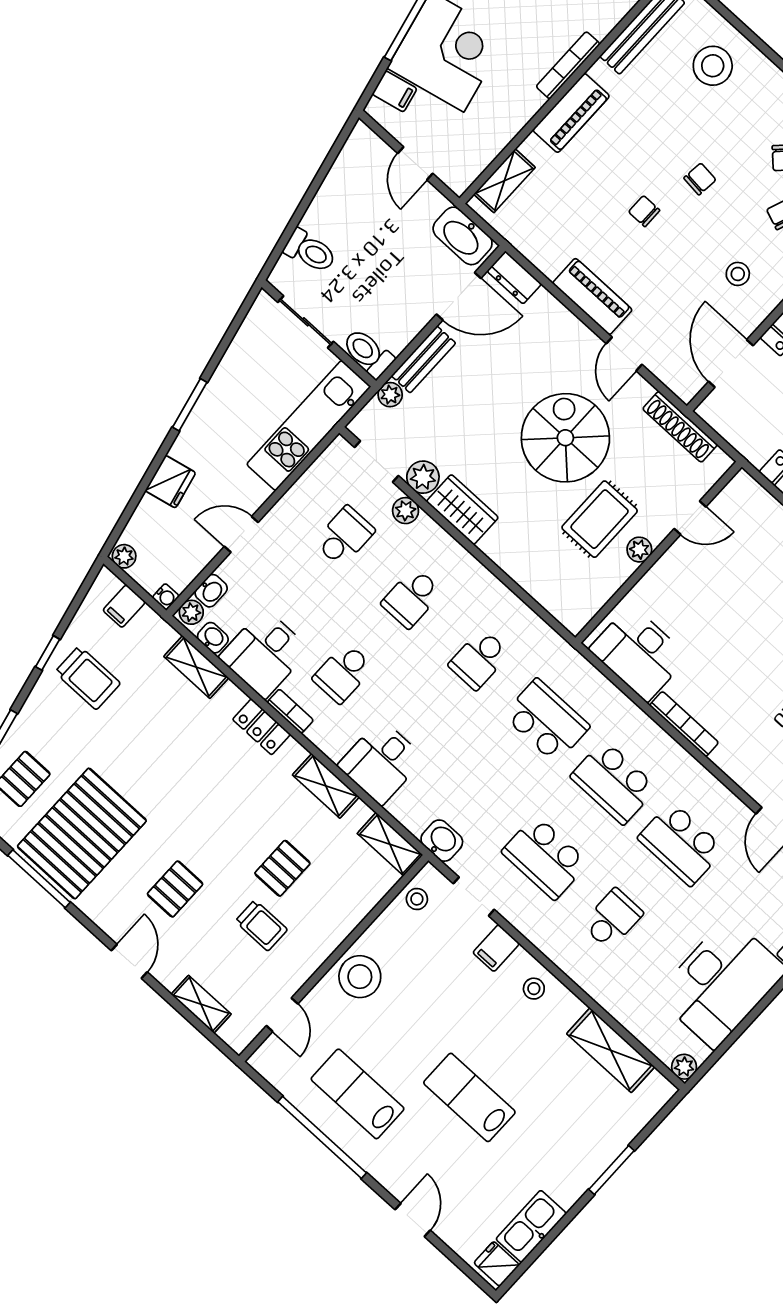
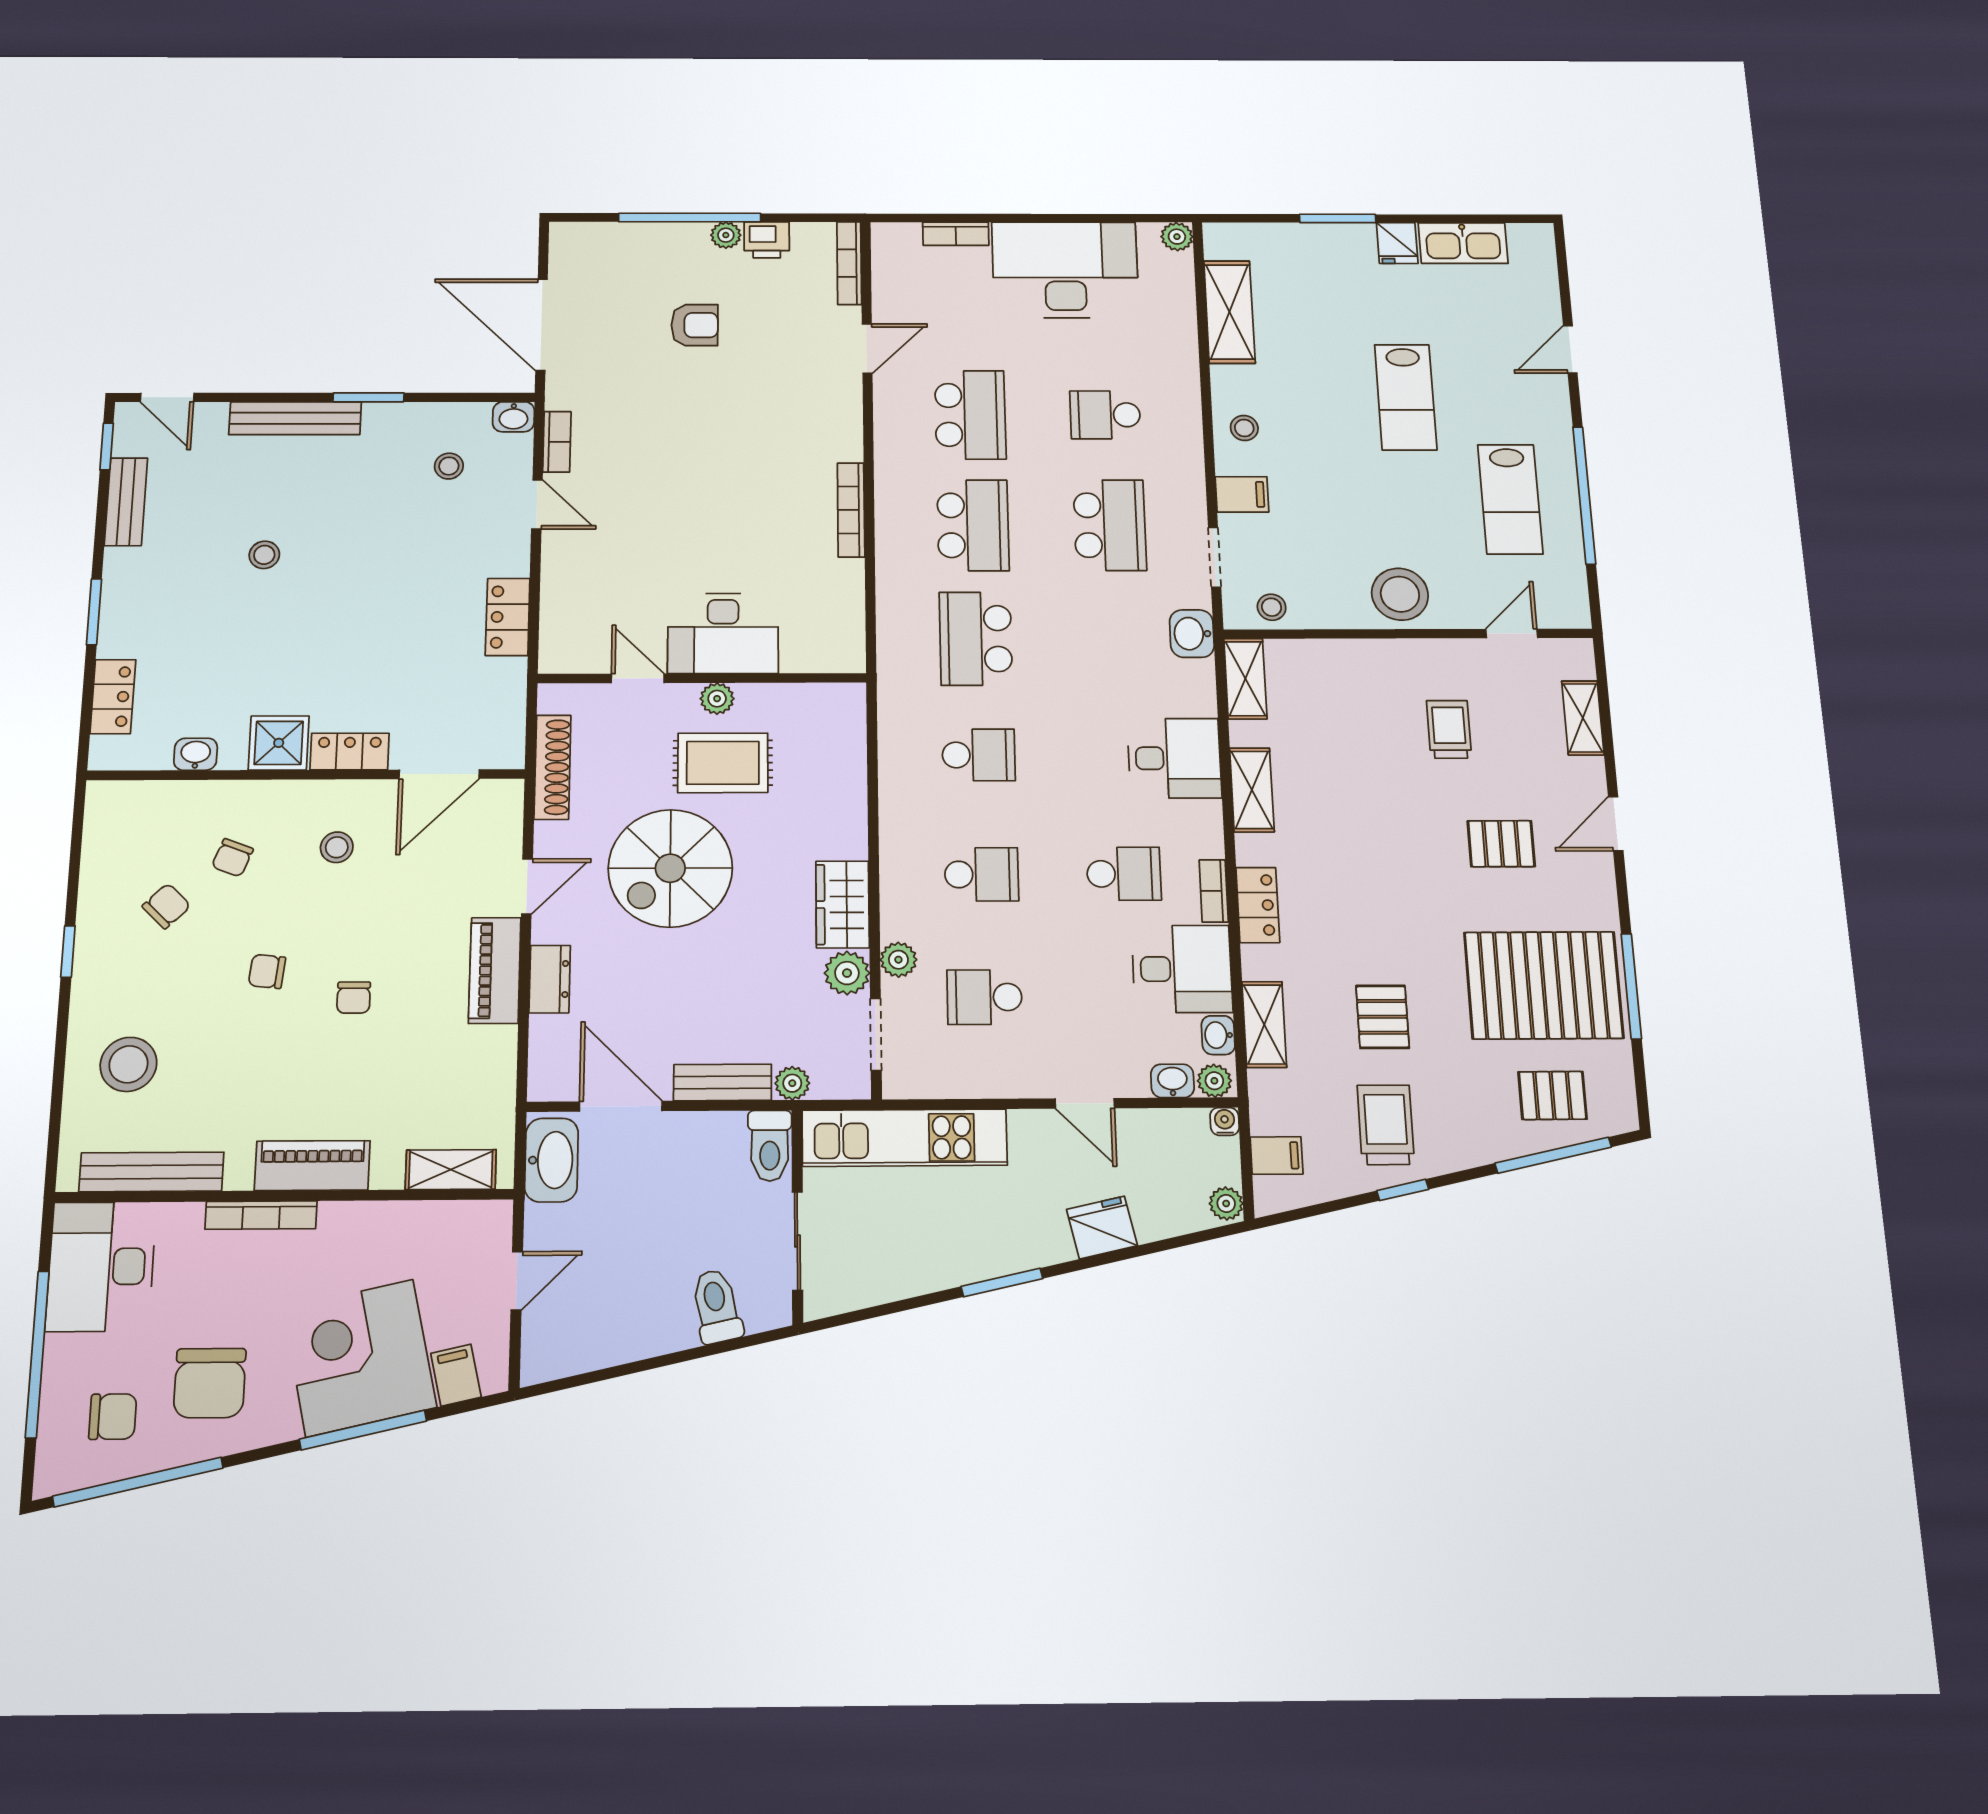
dresser: (514, 278) -> (550, 979), moved
desk: (639, 653) -> (723, 633), moved, turned 90
pallet: (282, 868) -> (1383, 1017), moved, turned 90
fridge: (497, 1264) -> (1397, 243), moved

